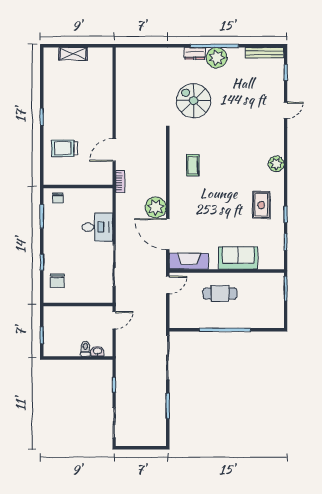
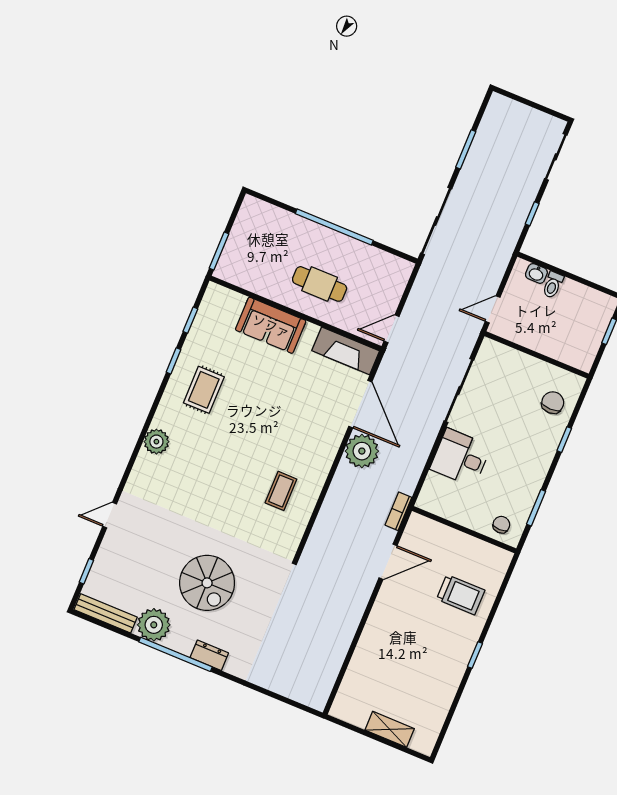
plant: (217, 58) -> (154, 625), moved
spiral stairs: (194, 101) -> (207, 583), moved

